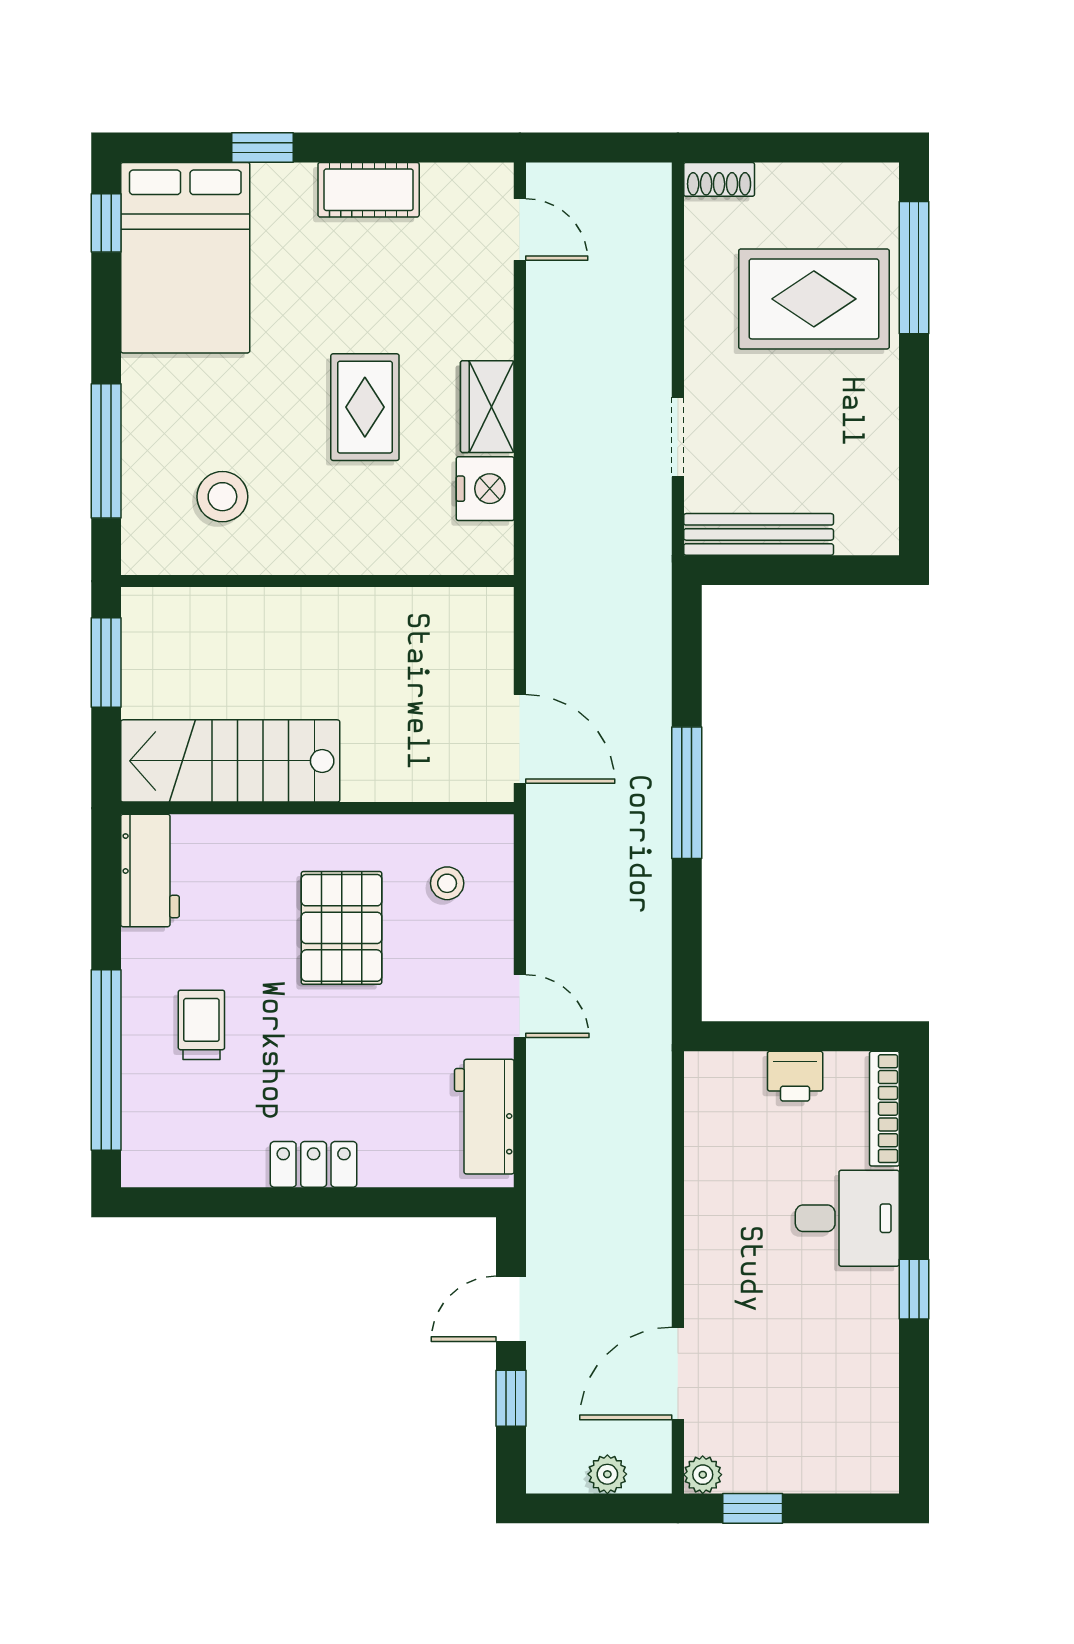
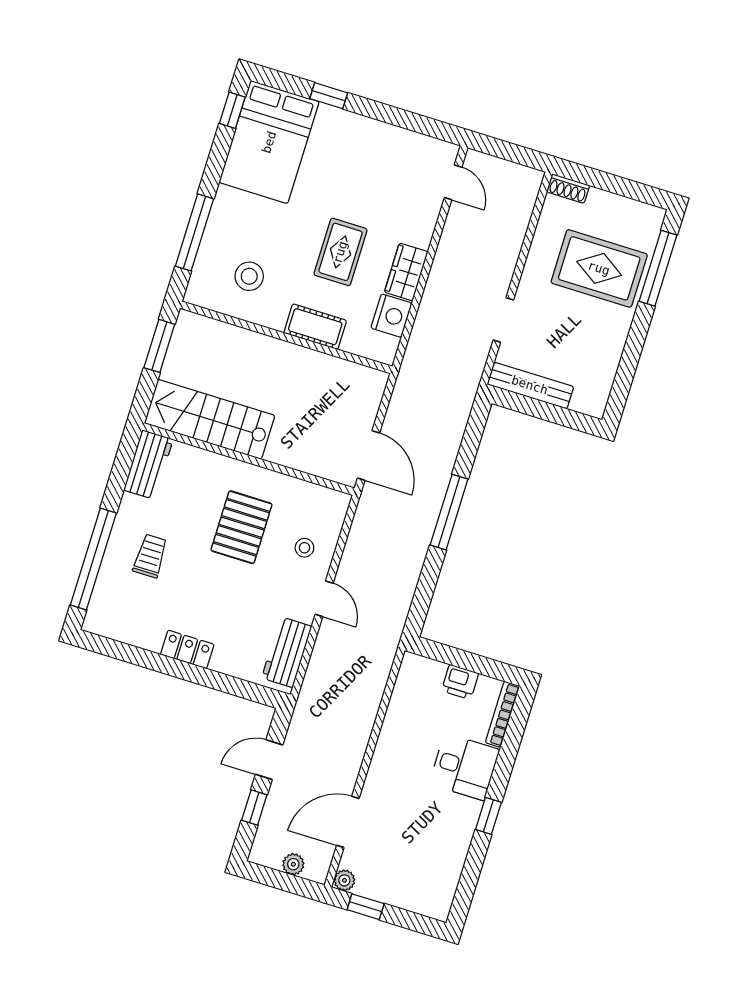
cot: (369, 190) -> (315, 327), moved
stool: (447, 883) -> (304, 548), moved

